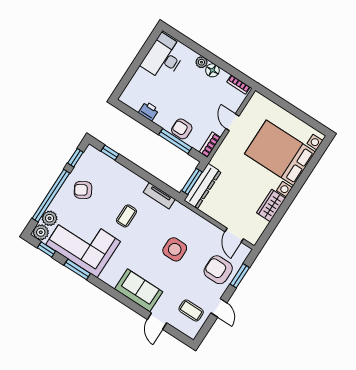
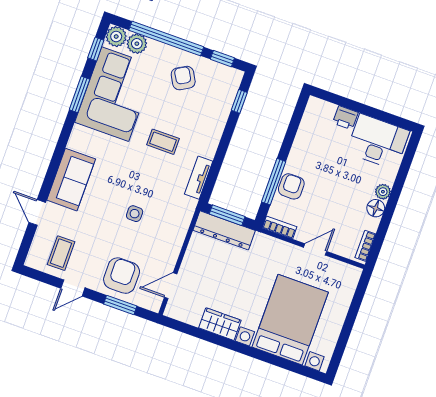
printer: (149, 111) -> (345, 118), moved, turned 90
side table: (175, 249) -> (135, 214), width x0.54, depth x0.54
door: (157, 321) -> (37, 212), hinge flipped

